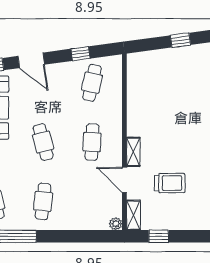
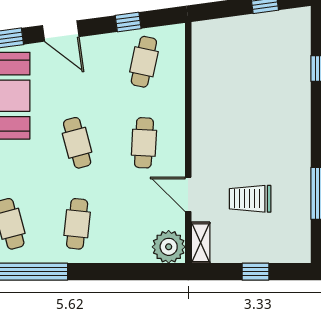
shelving: (133, 152) -> (200, 156), removed
trolley: (170, 183) -> (250, 199), turned 180
plant: (116, 224) -> (169, 247), width x1.88, depth x1.88
window: (159, 236) -> (255, 272), moved

